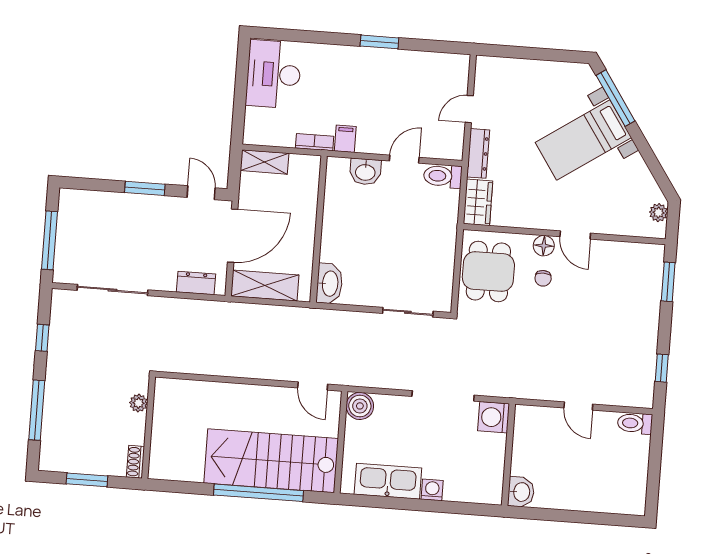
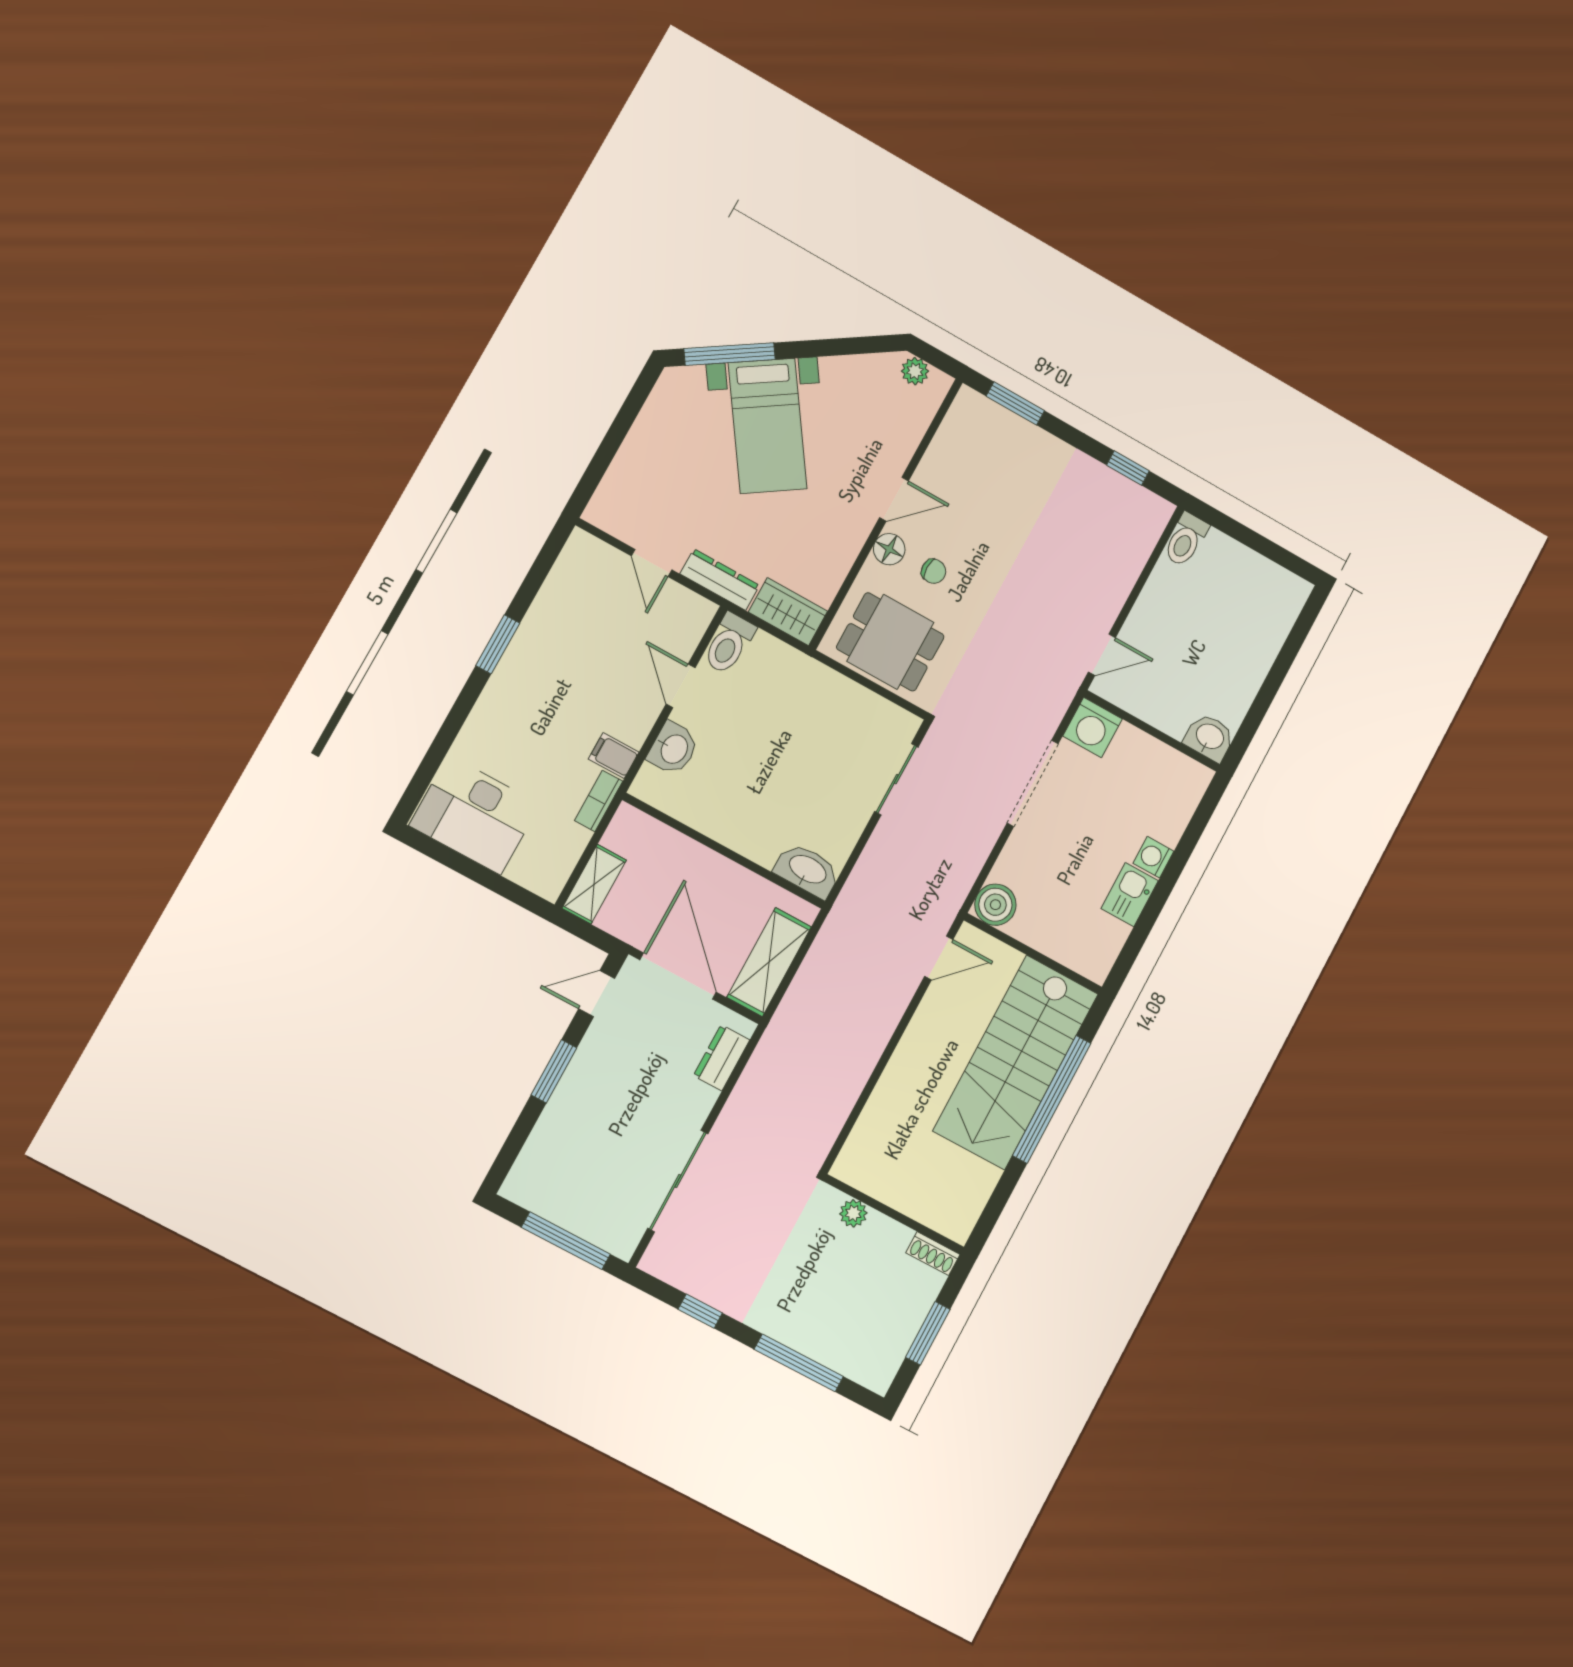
door: (578, 406) -> (1102, 655), moved
kitchen sink: (388, 481) -> (1130, 895), width x0.53, depth x0.81

